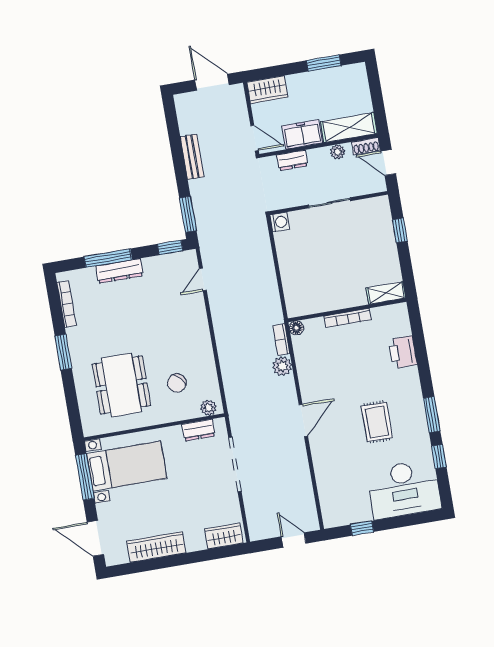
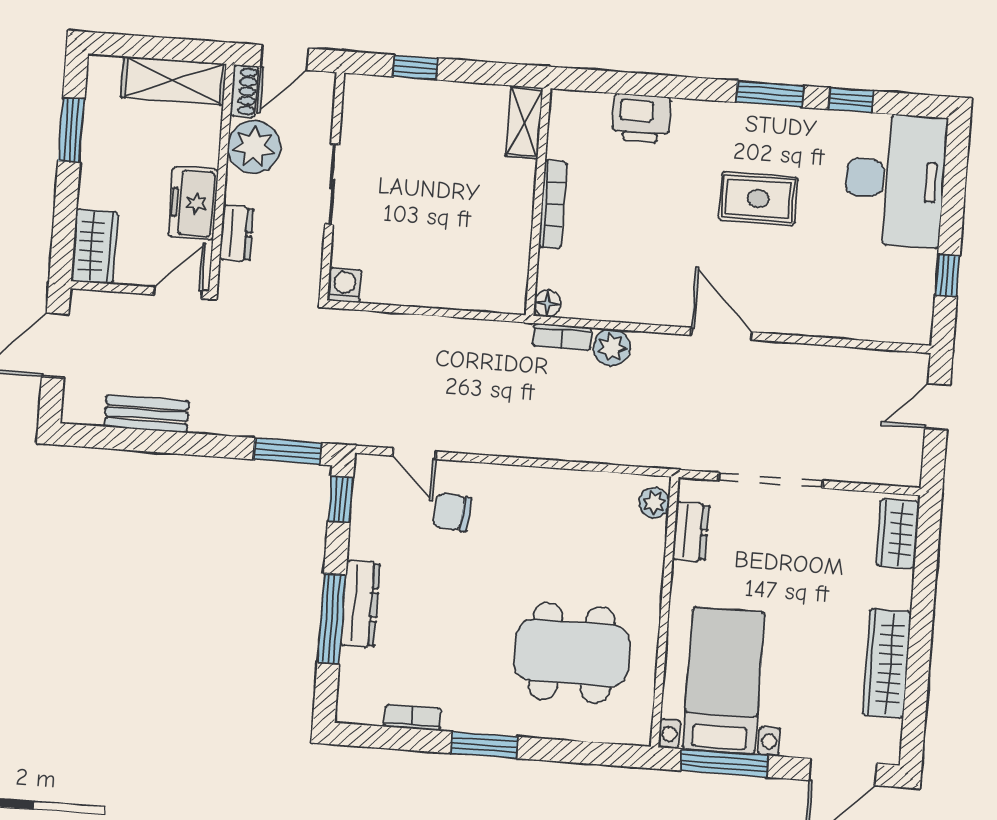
shelving: (349, 128) -> (174, 81), moved, turned 90
plant: (338, 152) -> (254, 147), width x1.87, depth x1.87
bench: (192, 157) -> (147, 414), moved
bookcase: (67, 304) -> (412, 718), width x0.64
chair: (177, 383) -> (452, 512), moved, turned 139

